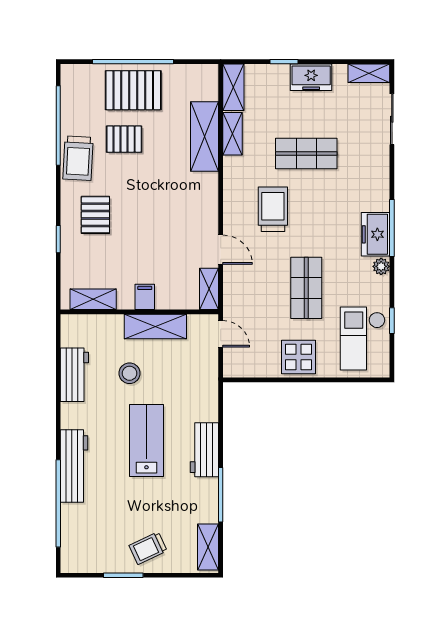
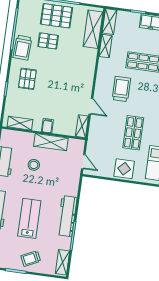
shelving: (205, 136) -> (93, 29), moved
door: (221, 334) -> (83, 162), moved
lab bench: (146, 441) -> (29, 218), moved
workbench: (204, 450) -> (67, 216), width x1.38

